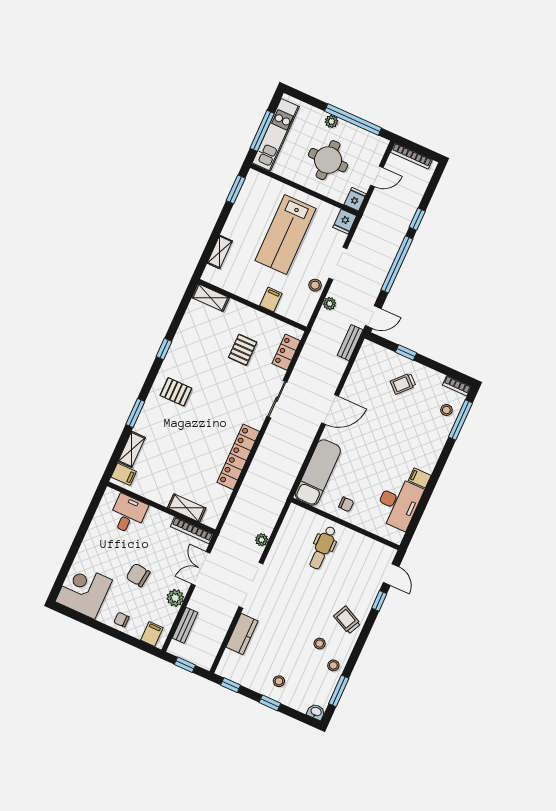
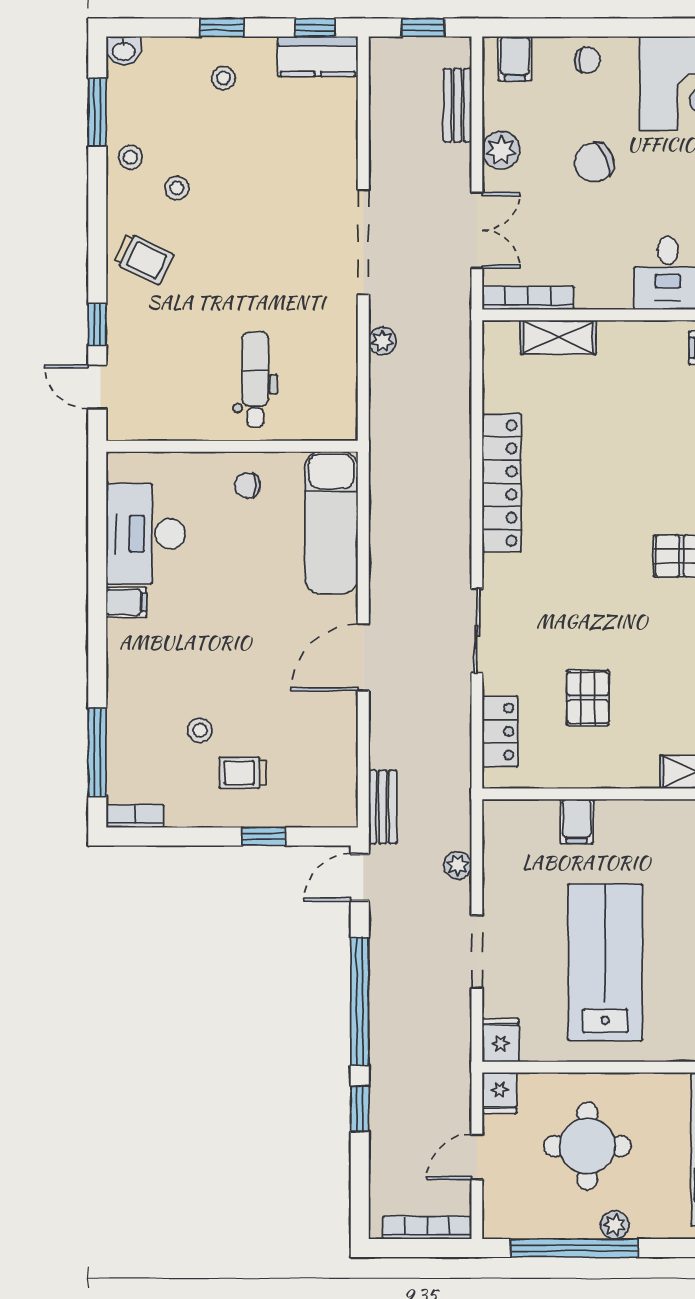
stool: (315, 285) -> (502, 889), removed
trolley: (403, 384) -> (243, 773), turned -133
stool: (446, 410) -> (200, 730), moved
chair: (138, 575) -> (594, 162), turned 149
kitchen counter: (242, 634) -> (318, 56), moved, turned -90

